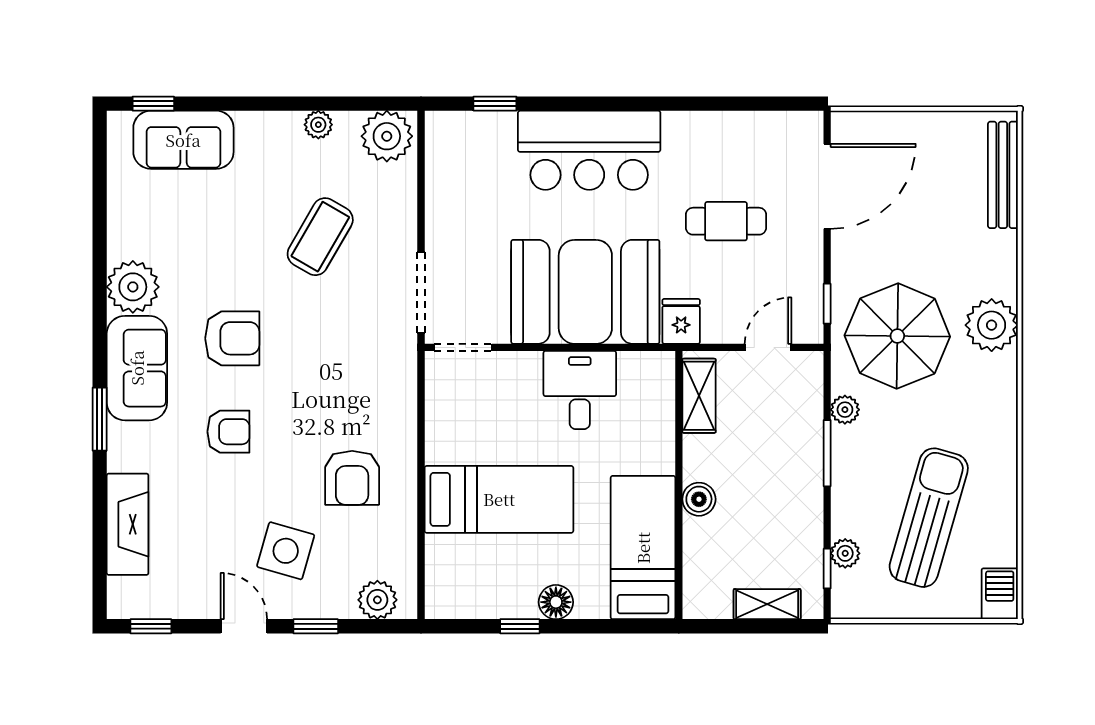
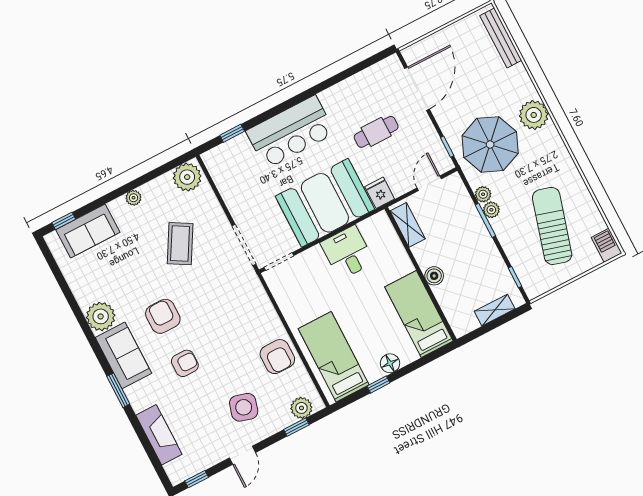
plant: (318, 125) -> (134, 198), moved
armchair: (232, 338) -> (163, 316), turned -90
armchair: (352, 478) -> (277, 357), moved
bed: (499, 499) -> (334, 357), moved, turned -90
plant: (845, 553) -> (491, 210), moved
door: (244, 626) -> (242, 455), swing flipped
window: (316, 626) -> (296, 427), moved

